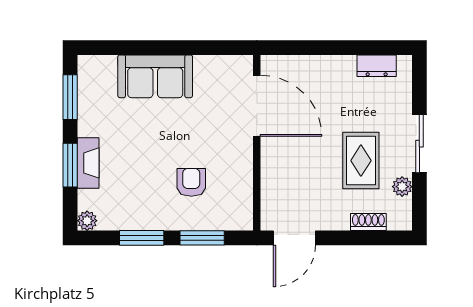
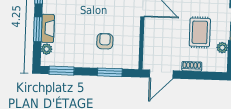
plant: (87, 221) -> (47, 49), moved
shoe rack: (368, 222) -> (192, 66), moved
window: (142, 238) -> (62, 71), moved

